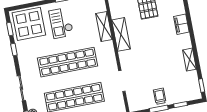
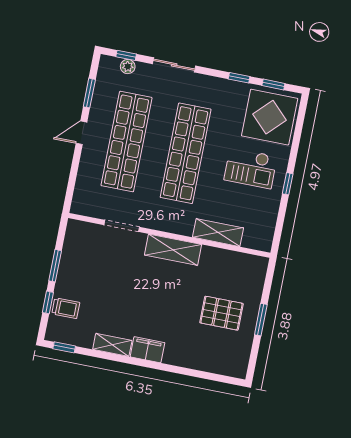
checkout: (61, 23) -> (251, 168), turned 180
filing cabinet: (181, 24) -> (147, 350), moved
shelving: (121, 34) -> (173, 250), moved
trolley: (160, 96) -> (66, 308), moved

